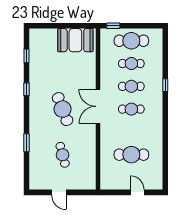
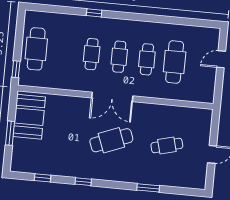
window: (61, 26) -> (10, 133), added
cafe table: (131, 64) -> (147, 59), moved

